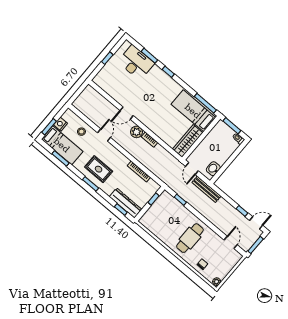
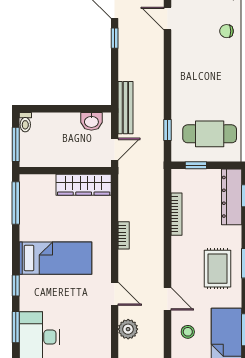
bed: (193, 111) -> (55, 258), moved, turned -90
plant: (136, 132) -> (128, 329), moved
door: (104, 135) -> (168, 299), swing flipped
cafe table: (190, 238) -> (210, 134), moved
door: (231, 242) -> (168, 19), hinge flipped

